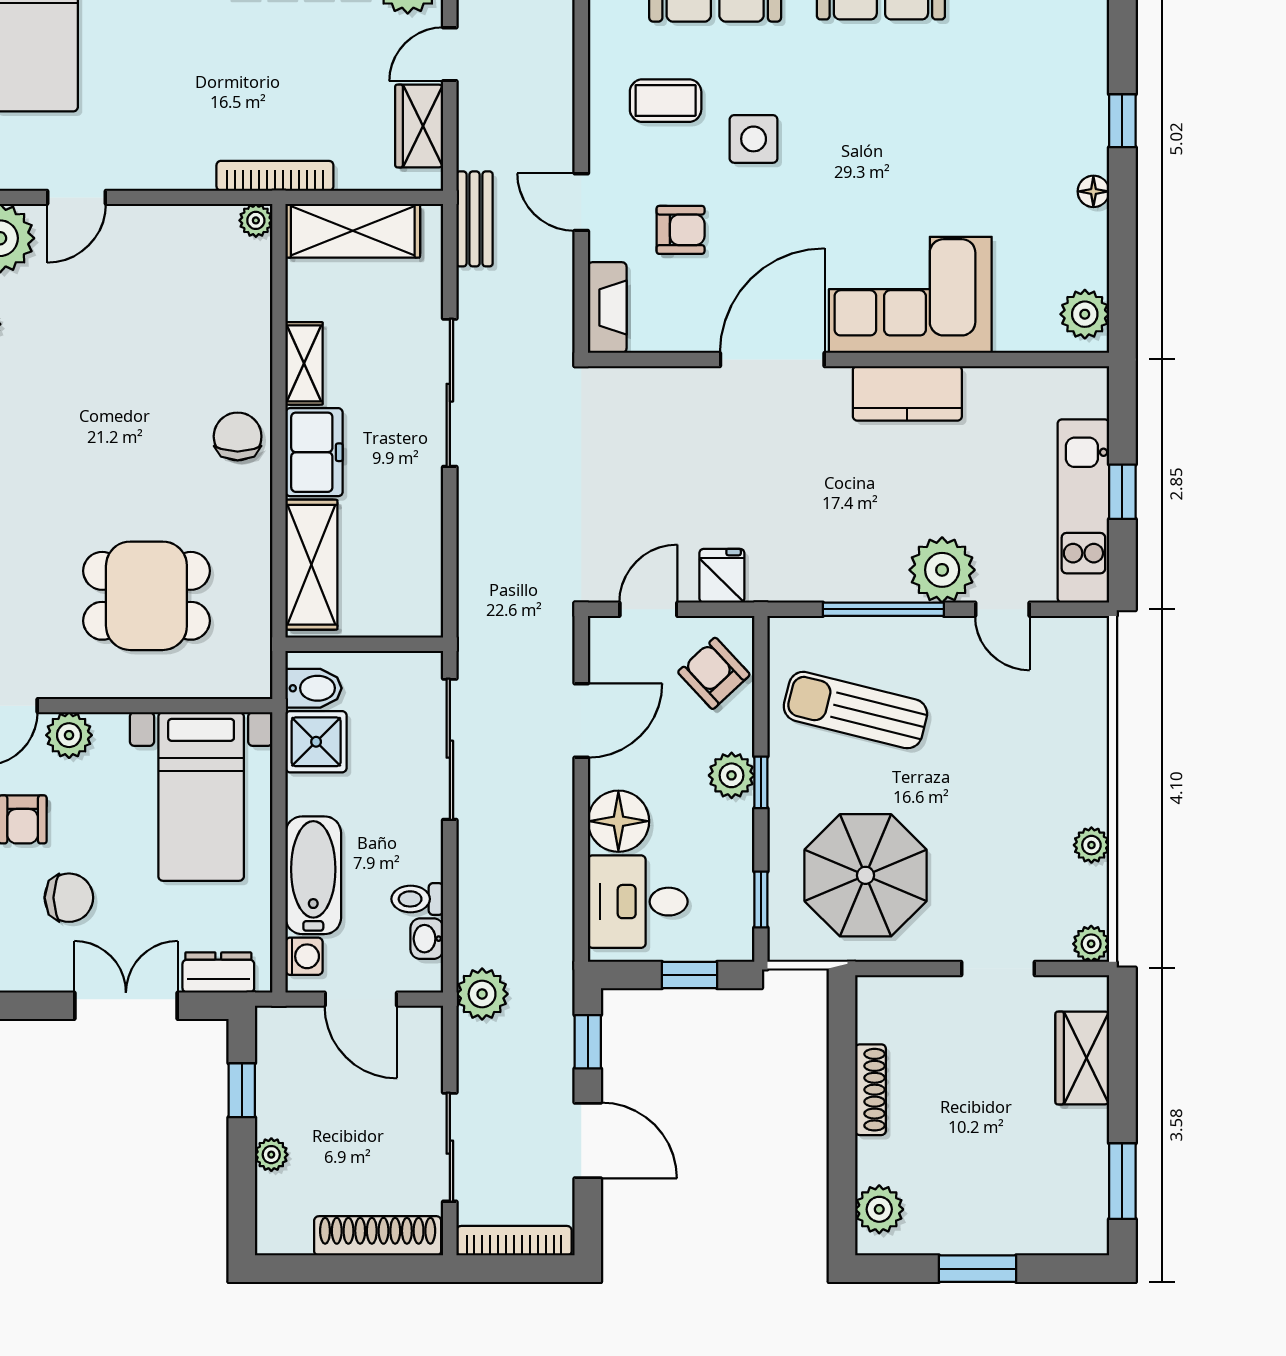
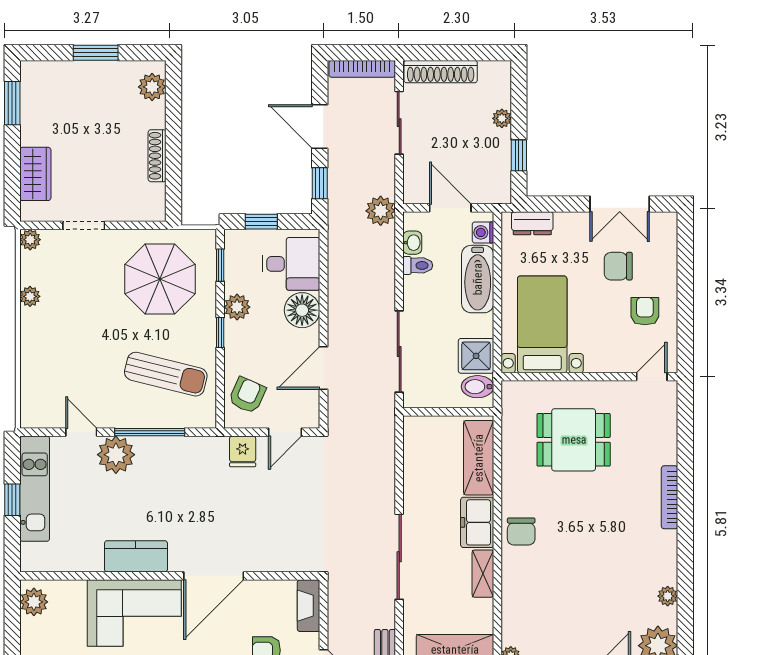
armchair: (714, 673) -> (247, 395), turned -113
plant: (69, 735) -> (618, 360), removed
plant: (732, 775) -> (237, 307), moved
double door: (126, 1006) -> (620, 204), moved

